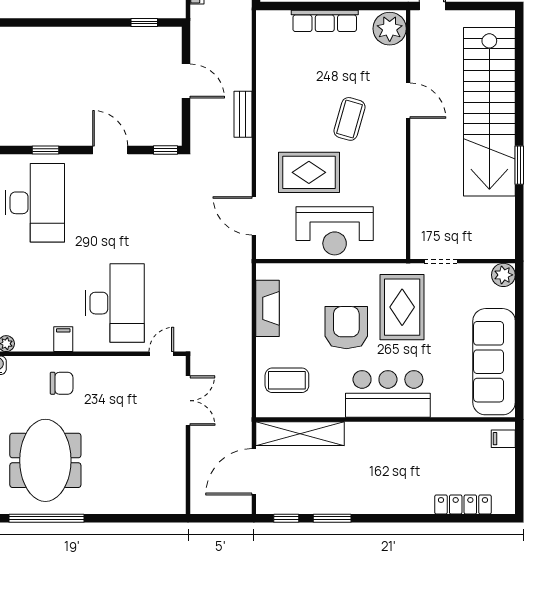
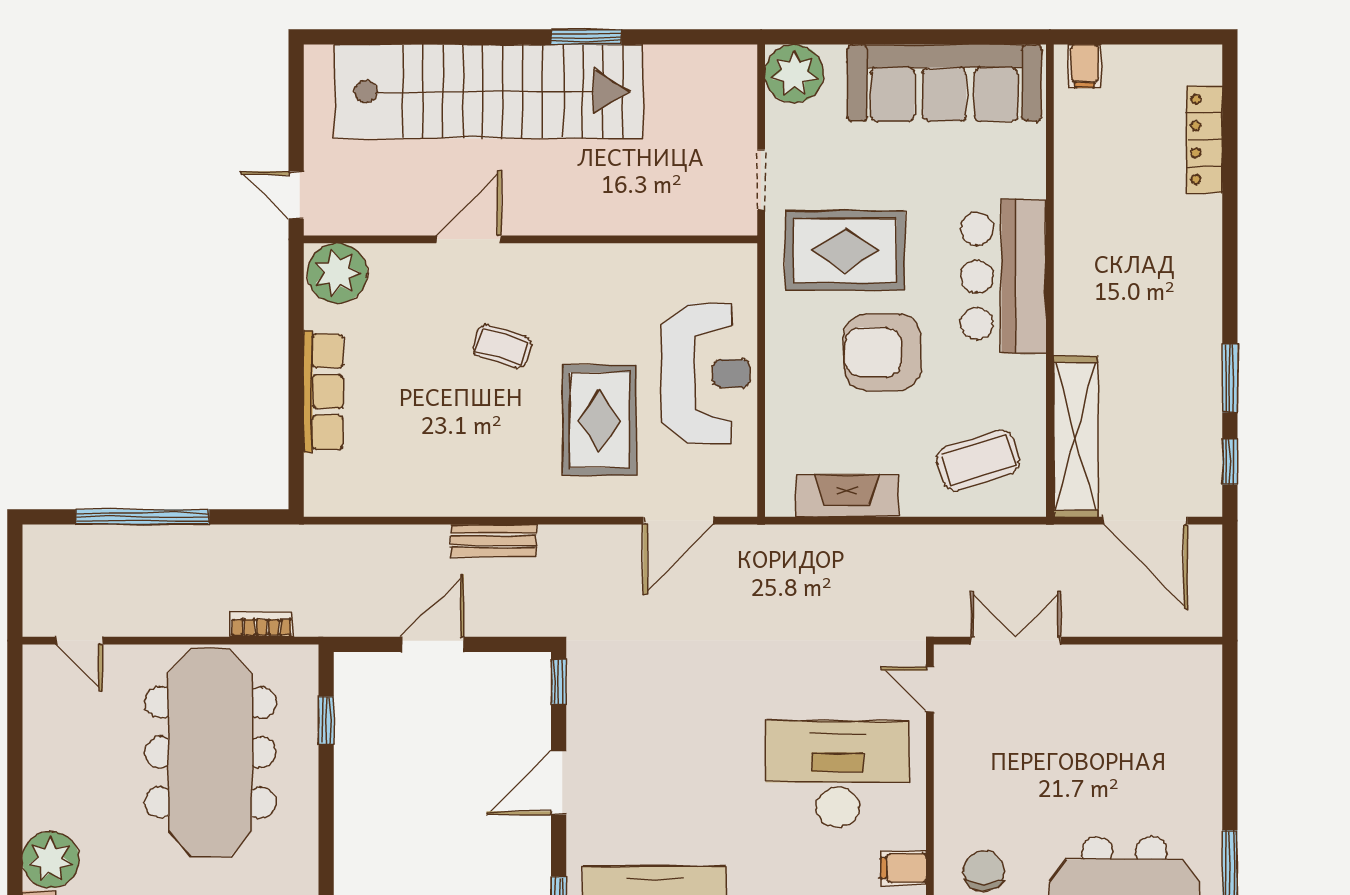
coffee table: (350, 119) -> (502, 346), width x0.73, depth x0.77
plant: (503, 275) -> (794, 74), width x1.36, depth x1.36
coffee table: (287, 380) -> (978, 460), turned 72

